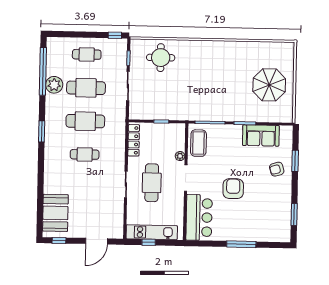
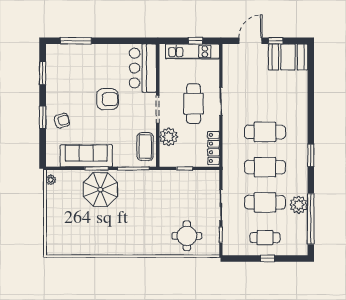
window: (115, 35) -> (267, 258), moved
parasol: (269, 85) -> (100, 190), moved
plant: (288, 113) -> (51, 180), added
sofa: (261, 135) -> (86, 156), width x1.36
cafe table: (85, 154) -> (265, 132), width x1.37, depth x1.35
plant: (180, 156) -> (169, 137), width x1.88, depth x1.88
window: (295, 161) -> (43, 117), moved
armchair: (233, 189) -> (107, 99), turned -90
booth: (55, 213) -> (288, 57), moved, turned 90
window: (59, 240) -> (276, 41), moved
window: (241, 244) -> (76, 41), moved

